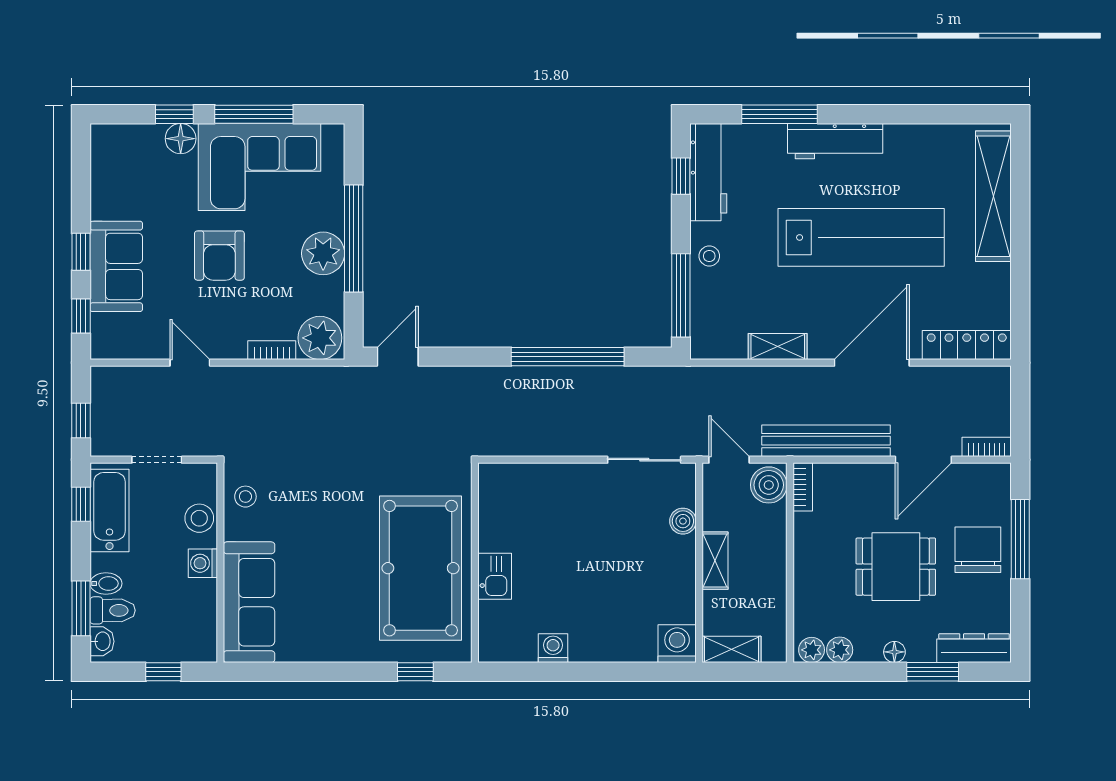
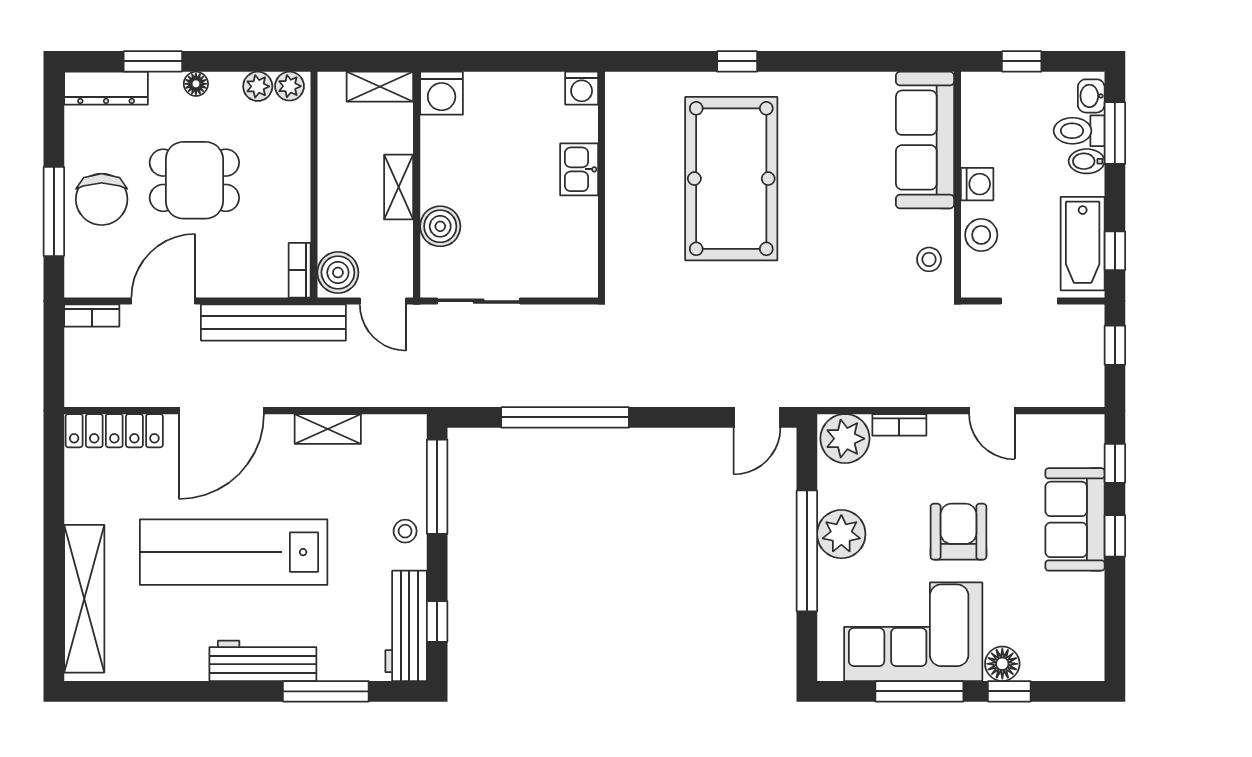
boiler: (683, 521) -> (440, 226), width x1.36, depth x1.36
wall: (475, 563) -> (601, 185), moved
kitchen sink: (495, 576) -> (579, 169), moved

